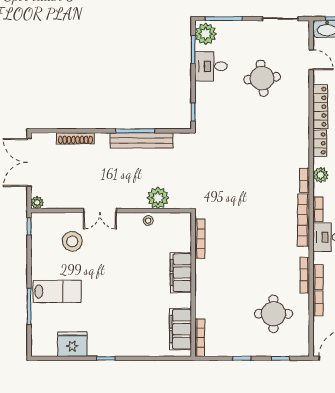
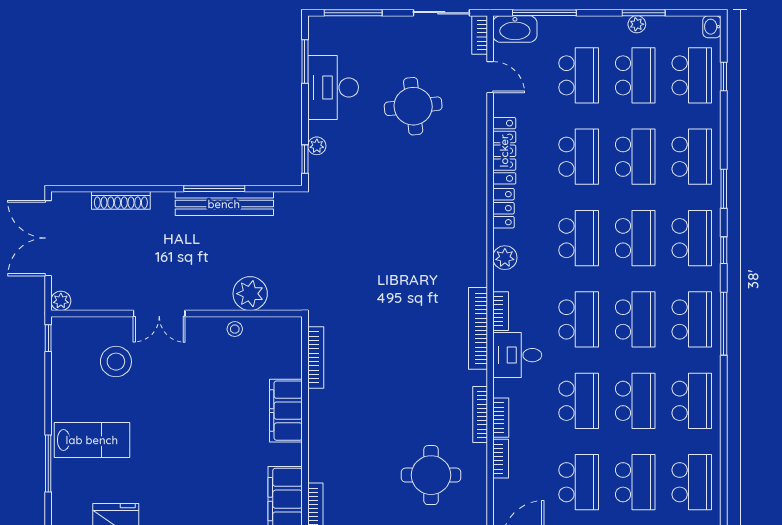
plant: (206, 34) -> (317, 146), moved, width x0.53, depth x0.53
desk: (211, 66) -> (333, 87), width x1.37
bookcase: (304, 180) -> (480, 35), moved

